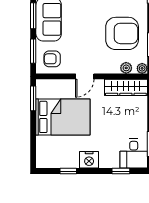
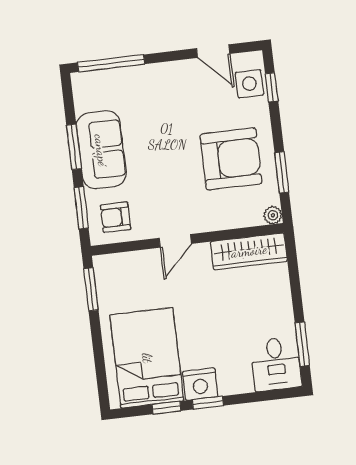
plant: (126, 68) -> (245, 218), removed
bed: (63, 117) -> (147, 358), moved, turned -90
window: (121, 171) -> (208, 403), moved

